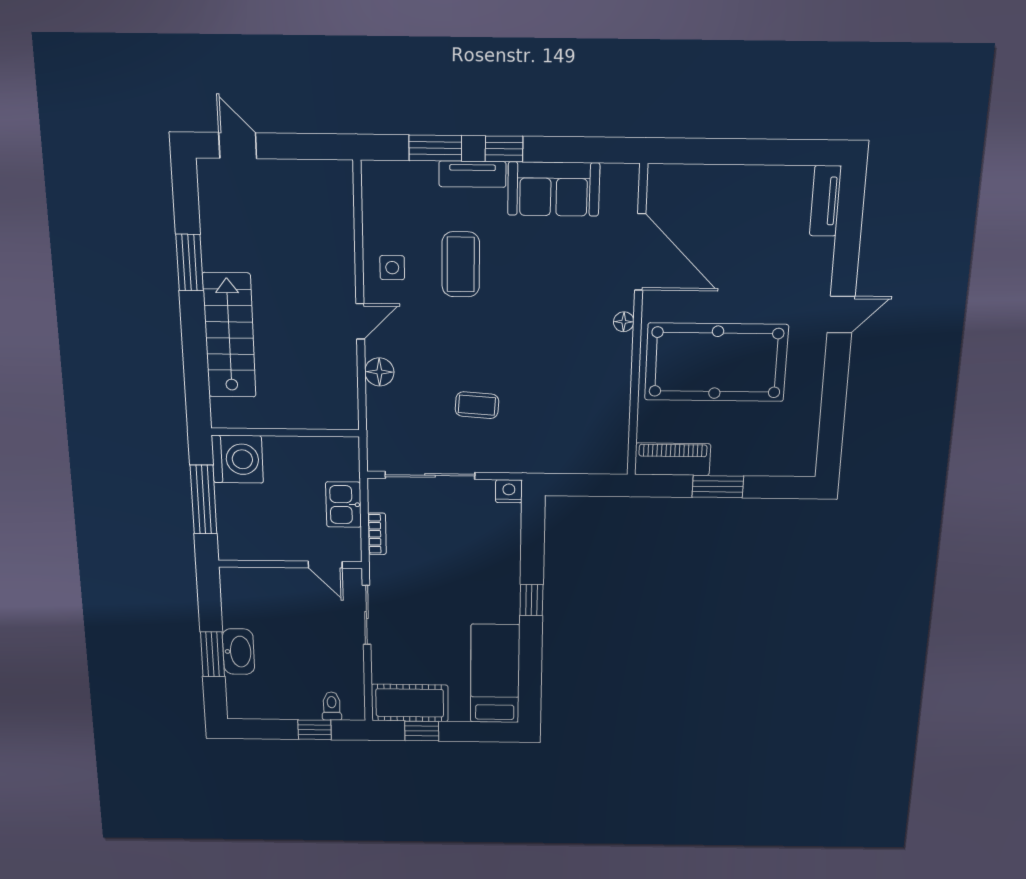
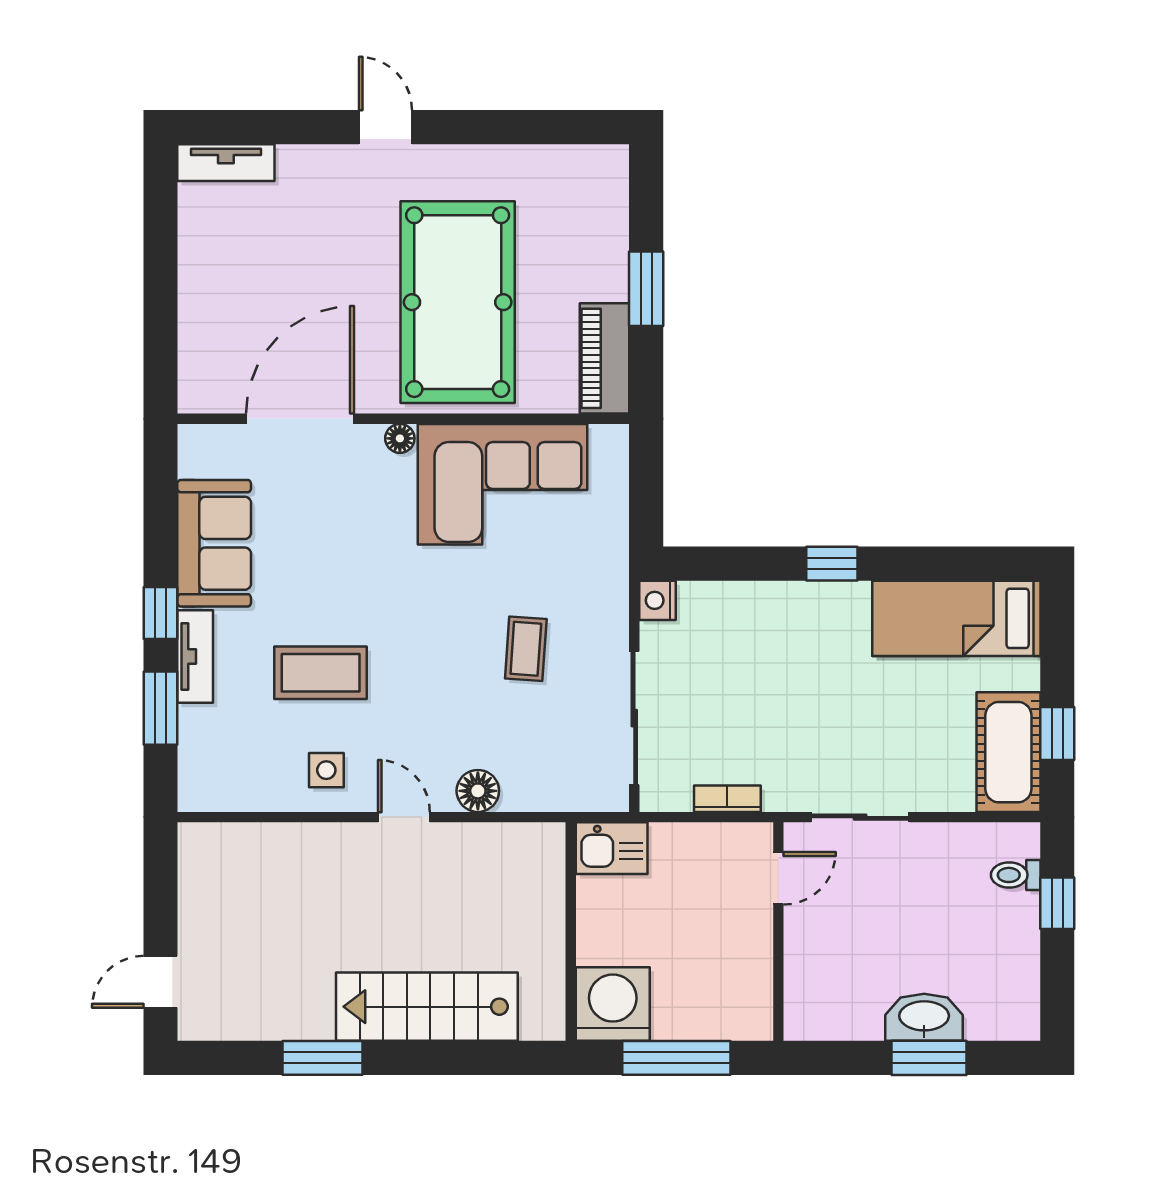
corner sofa: (590, 391) -> (502, 484), added
kitchen sink: (343, 505) -> (612, 848), moved

